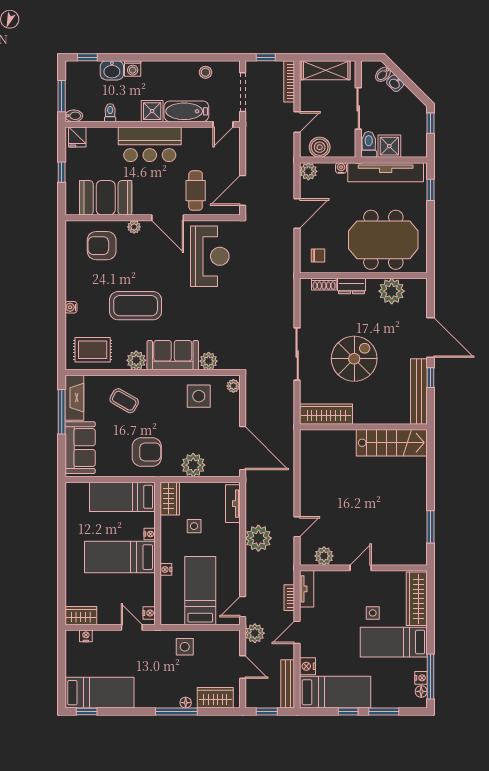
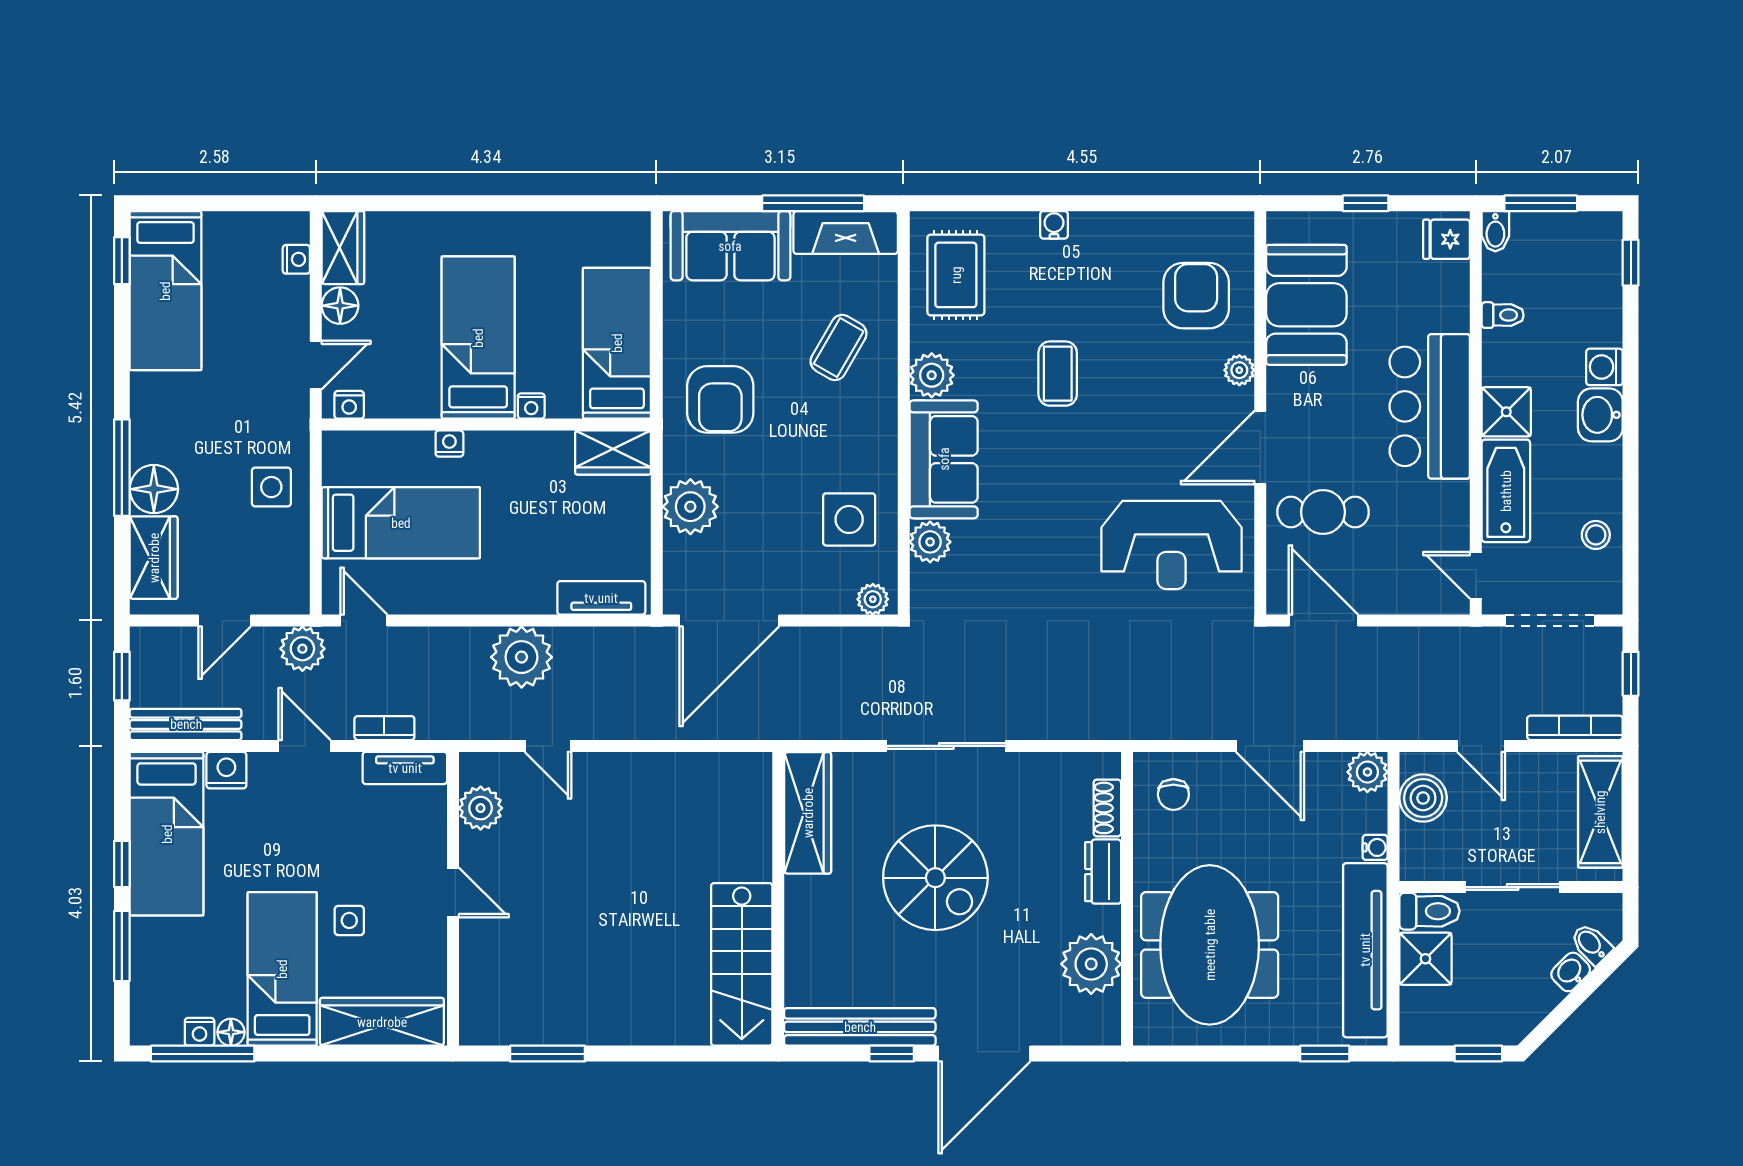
washbasin: (112, 70) -> (1600, 415), moved
coffee table: (136, 306) -> (1058, 374), width x0.54, depth x0.58
side table: (194, 526) -> (549, 509), removed
floor lamp: (106, 617) -> (340, 306), added
floor lamp: (421, 691) -> (231, 1032), moved
floor lamp: (186, 703) -> (154, 489), width x1.89, depth x1.89

